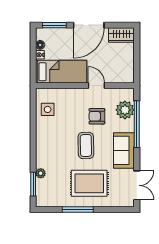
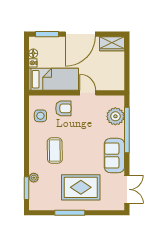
armchair: (97, 116) -> (63, 108), moved, turned 180
coffee table: (86, 145) -> (55, 150), moved

